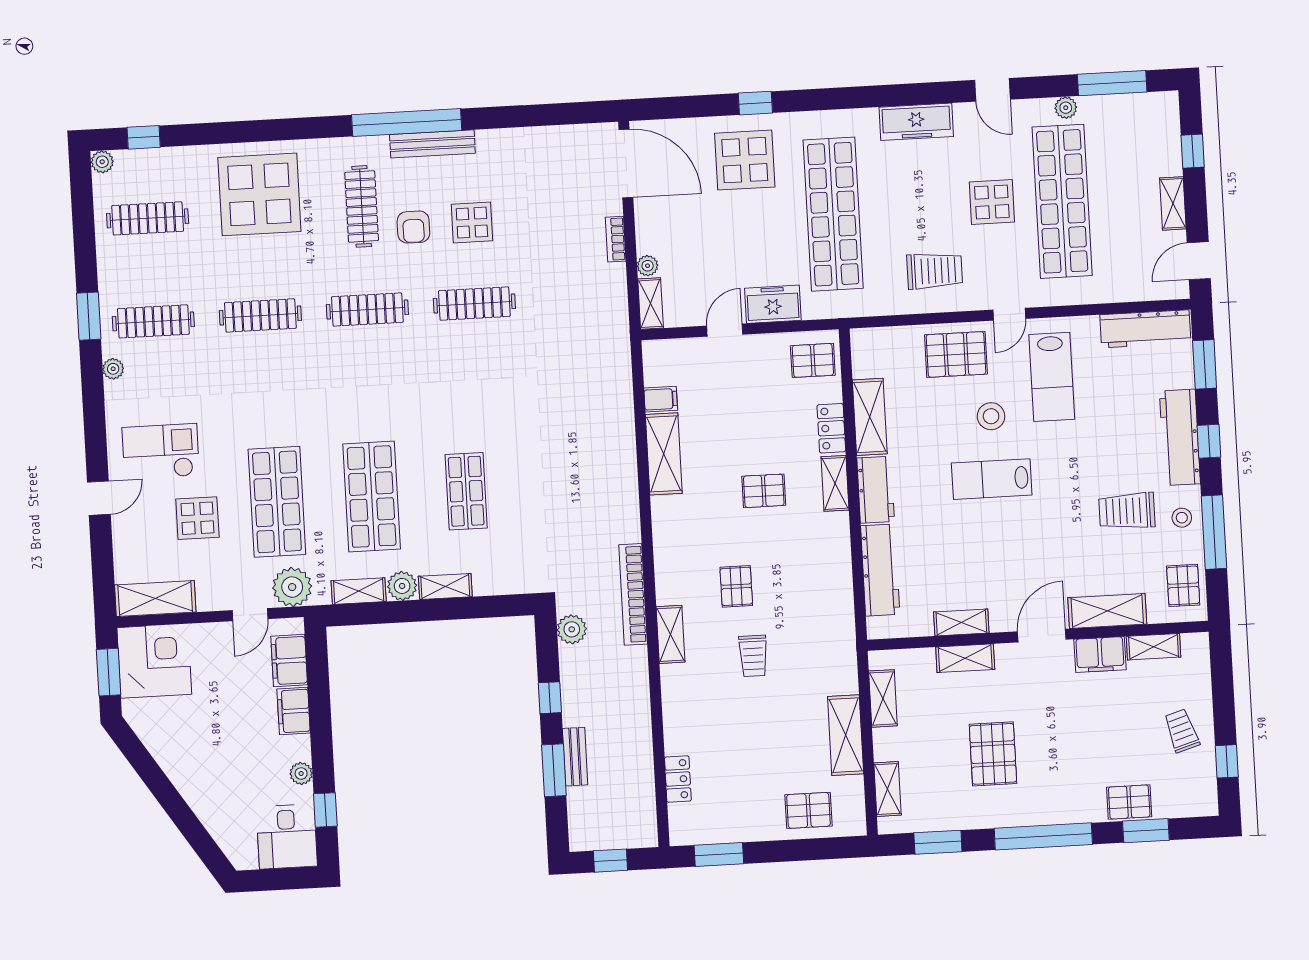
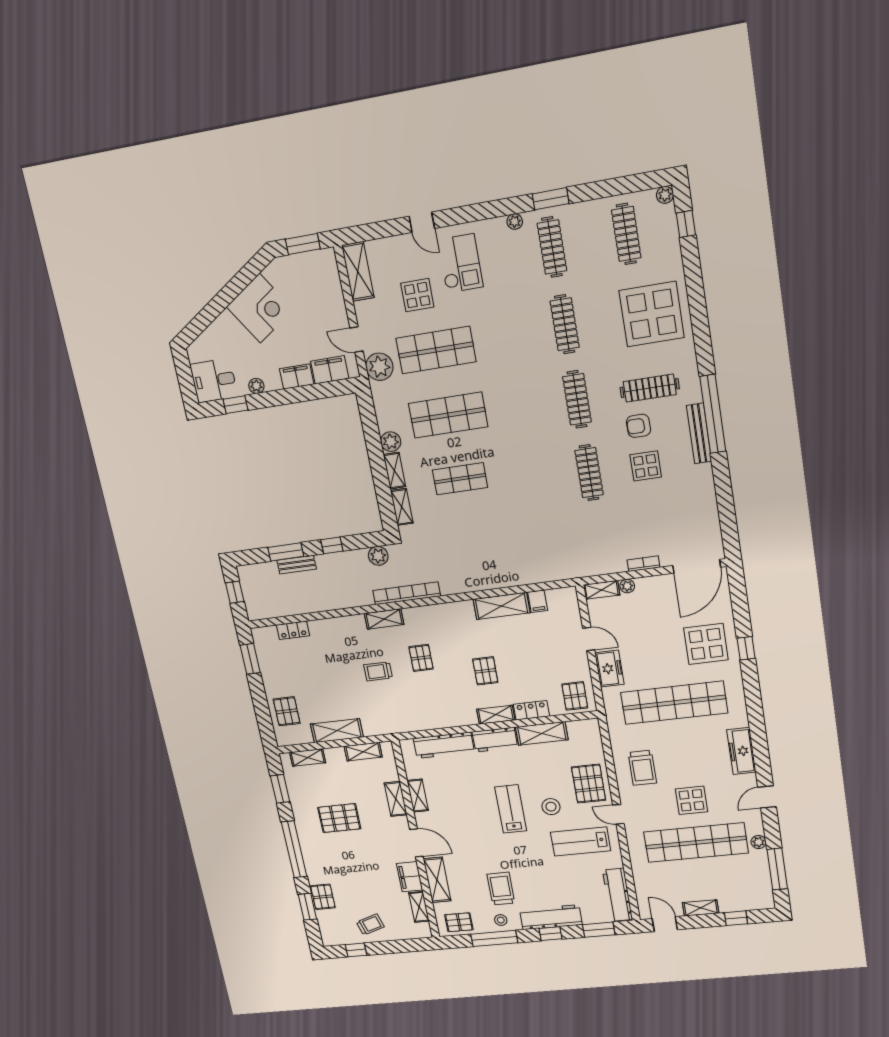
pallet: (736, 586) -> (421, 658), turned 90
shelving: (359, 591) -> (402, 507), moved
corner desk: (154, 661) -> (260, 308), moved, turned -33

